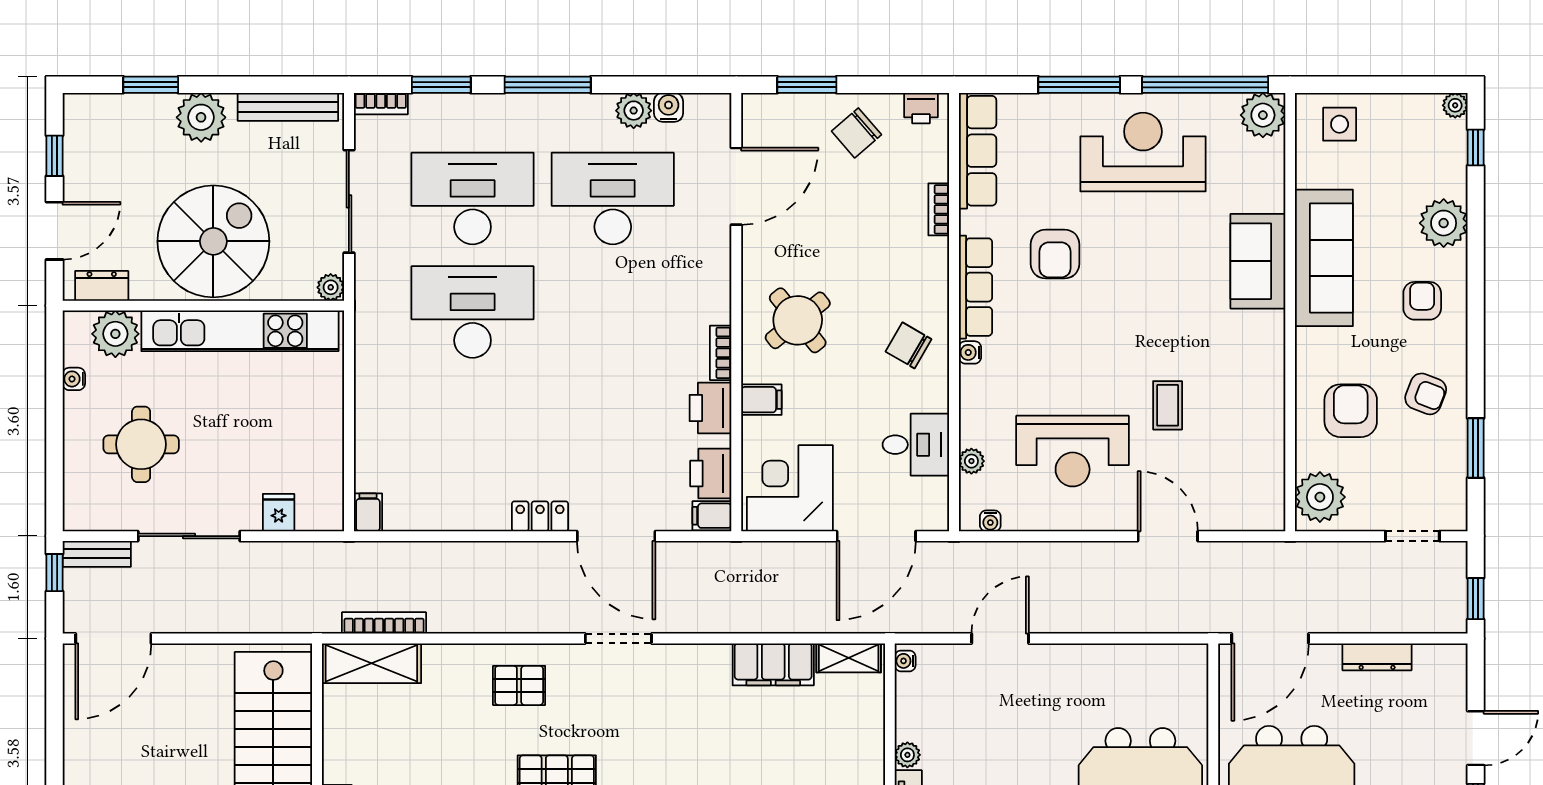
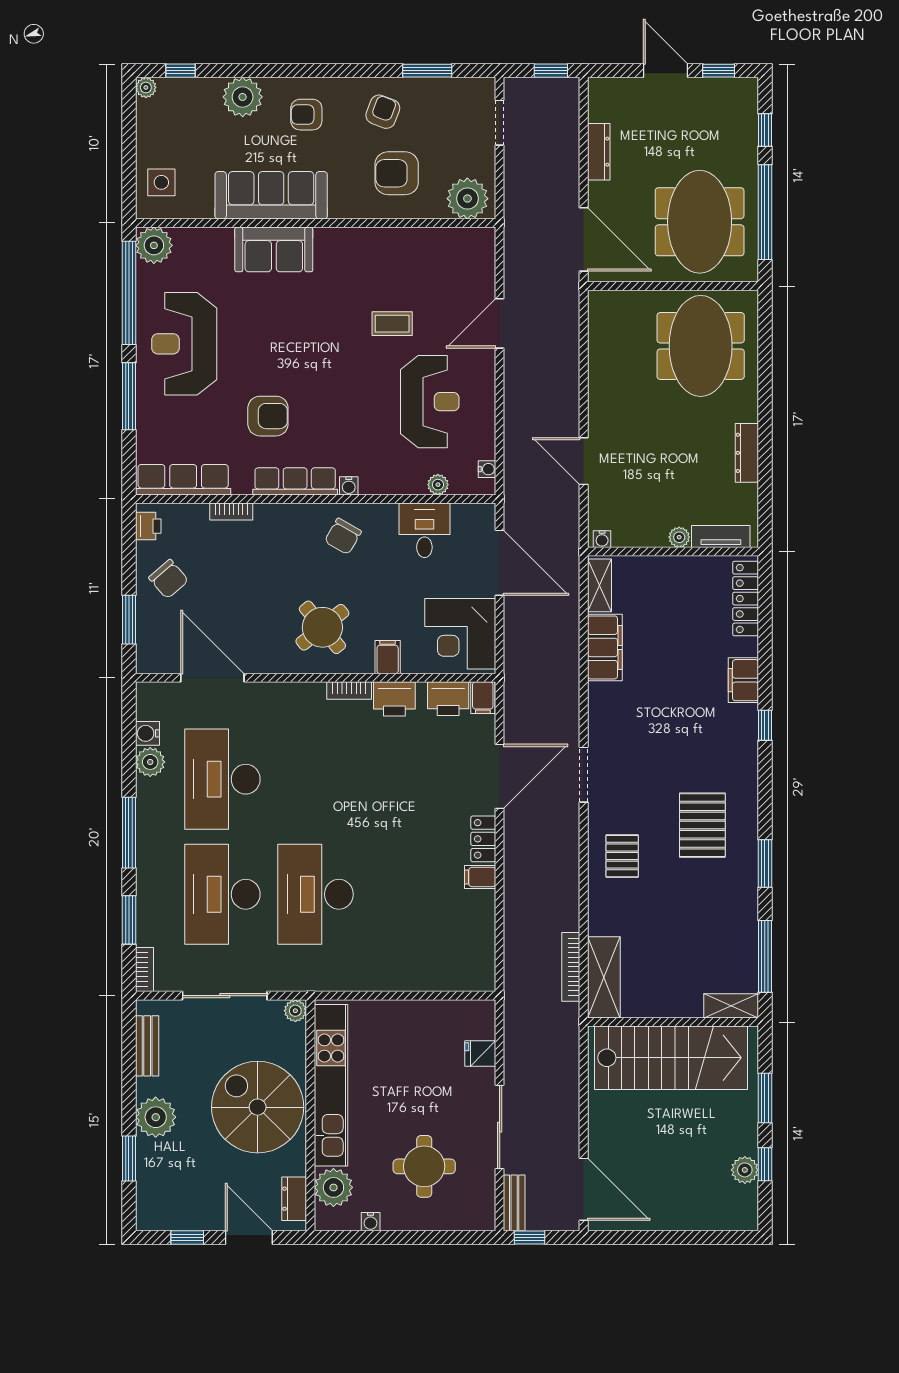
bench: (288, 107) -> (147, 1046), width x0.73
filing cabinet: (368, 512) -> (480, 877), moved

